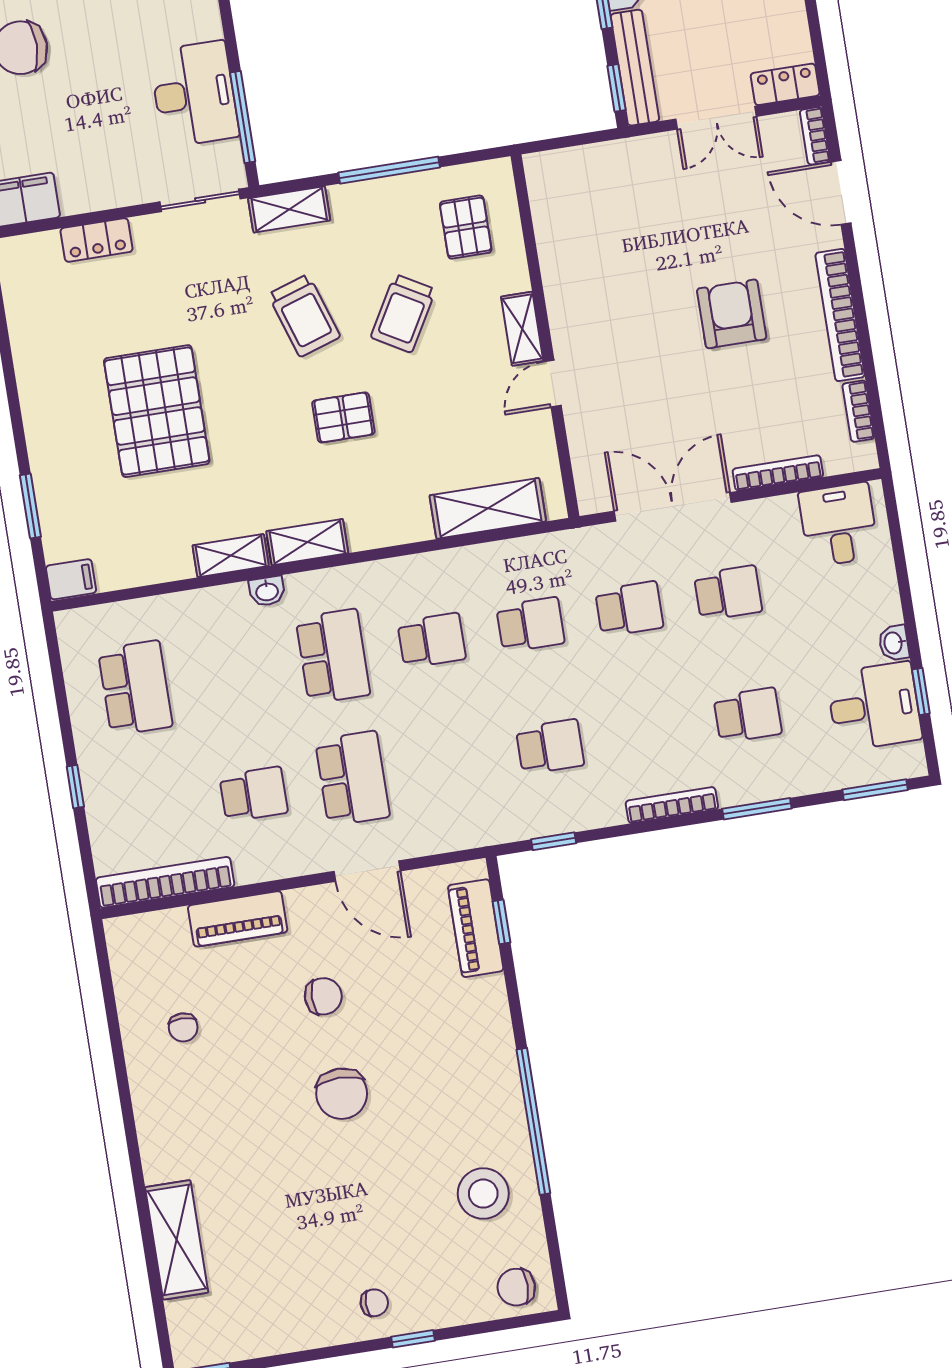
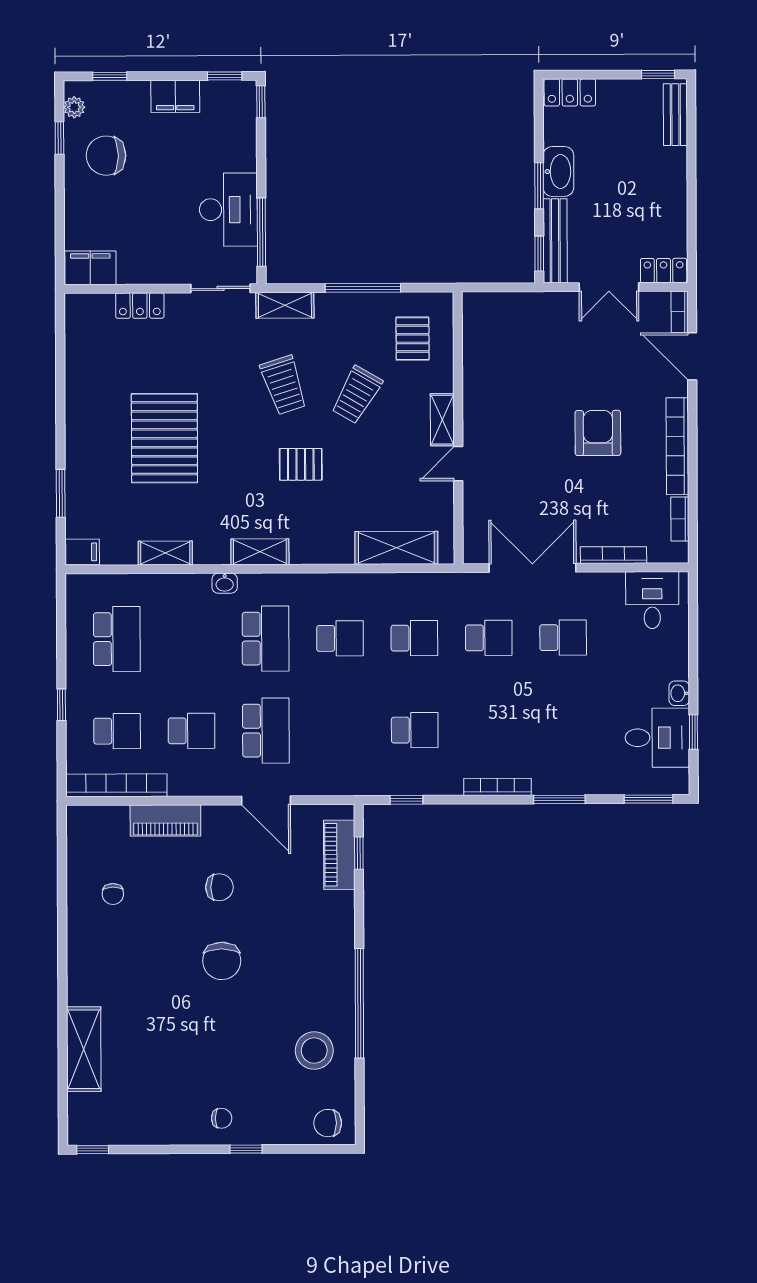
shelving: (231, 556) -> (165, 553), moved
school desk: (748, 715) -> (117, 731), moved

